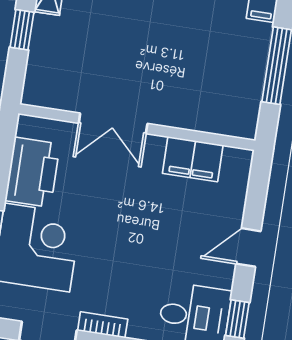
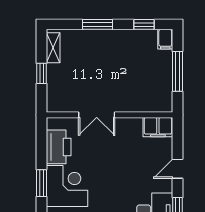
filing cabinet: (193, 159) -> (158, 127), moved

